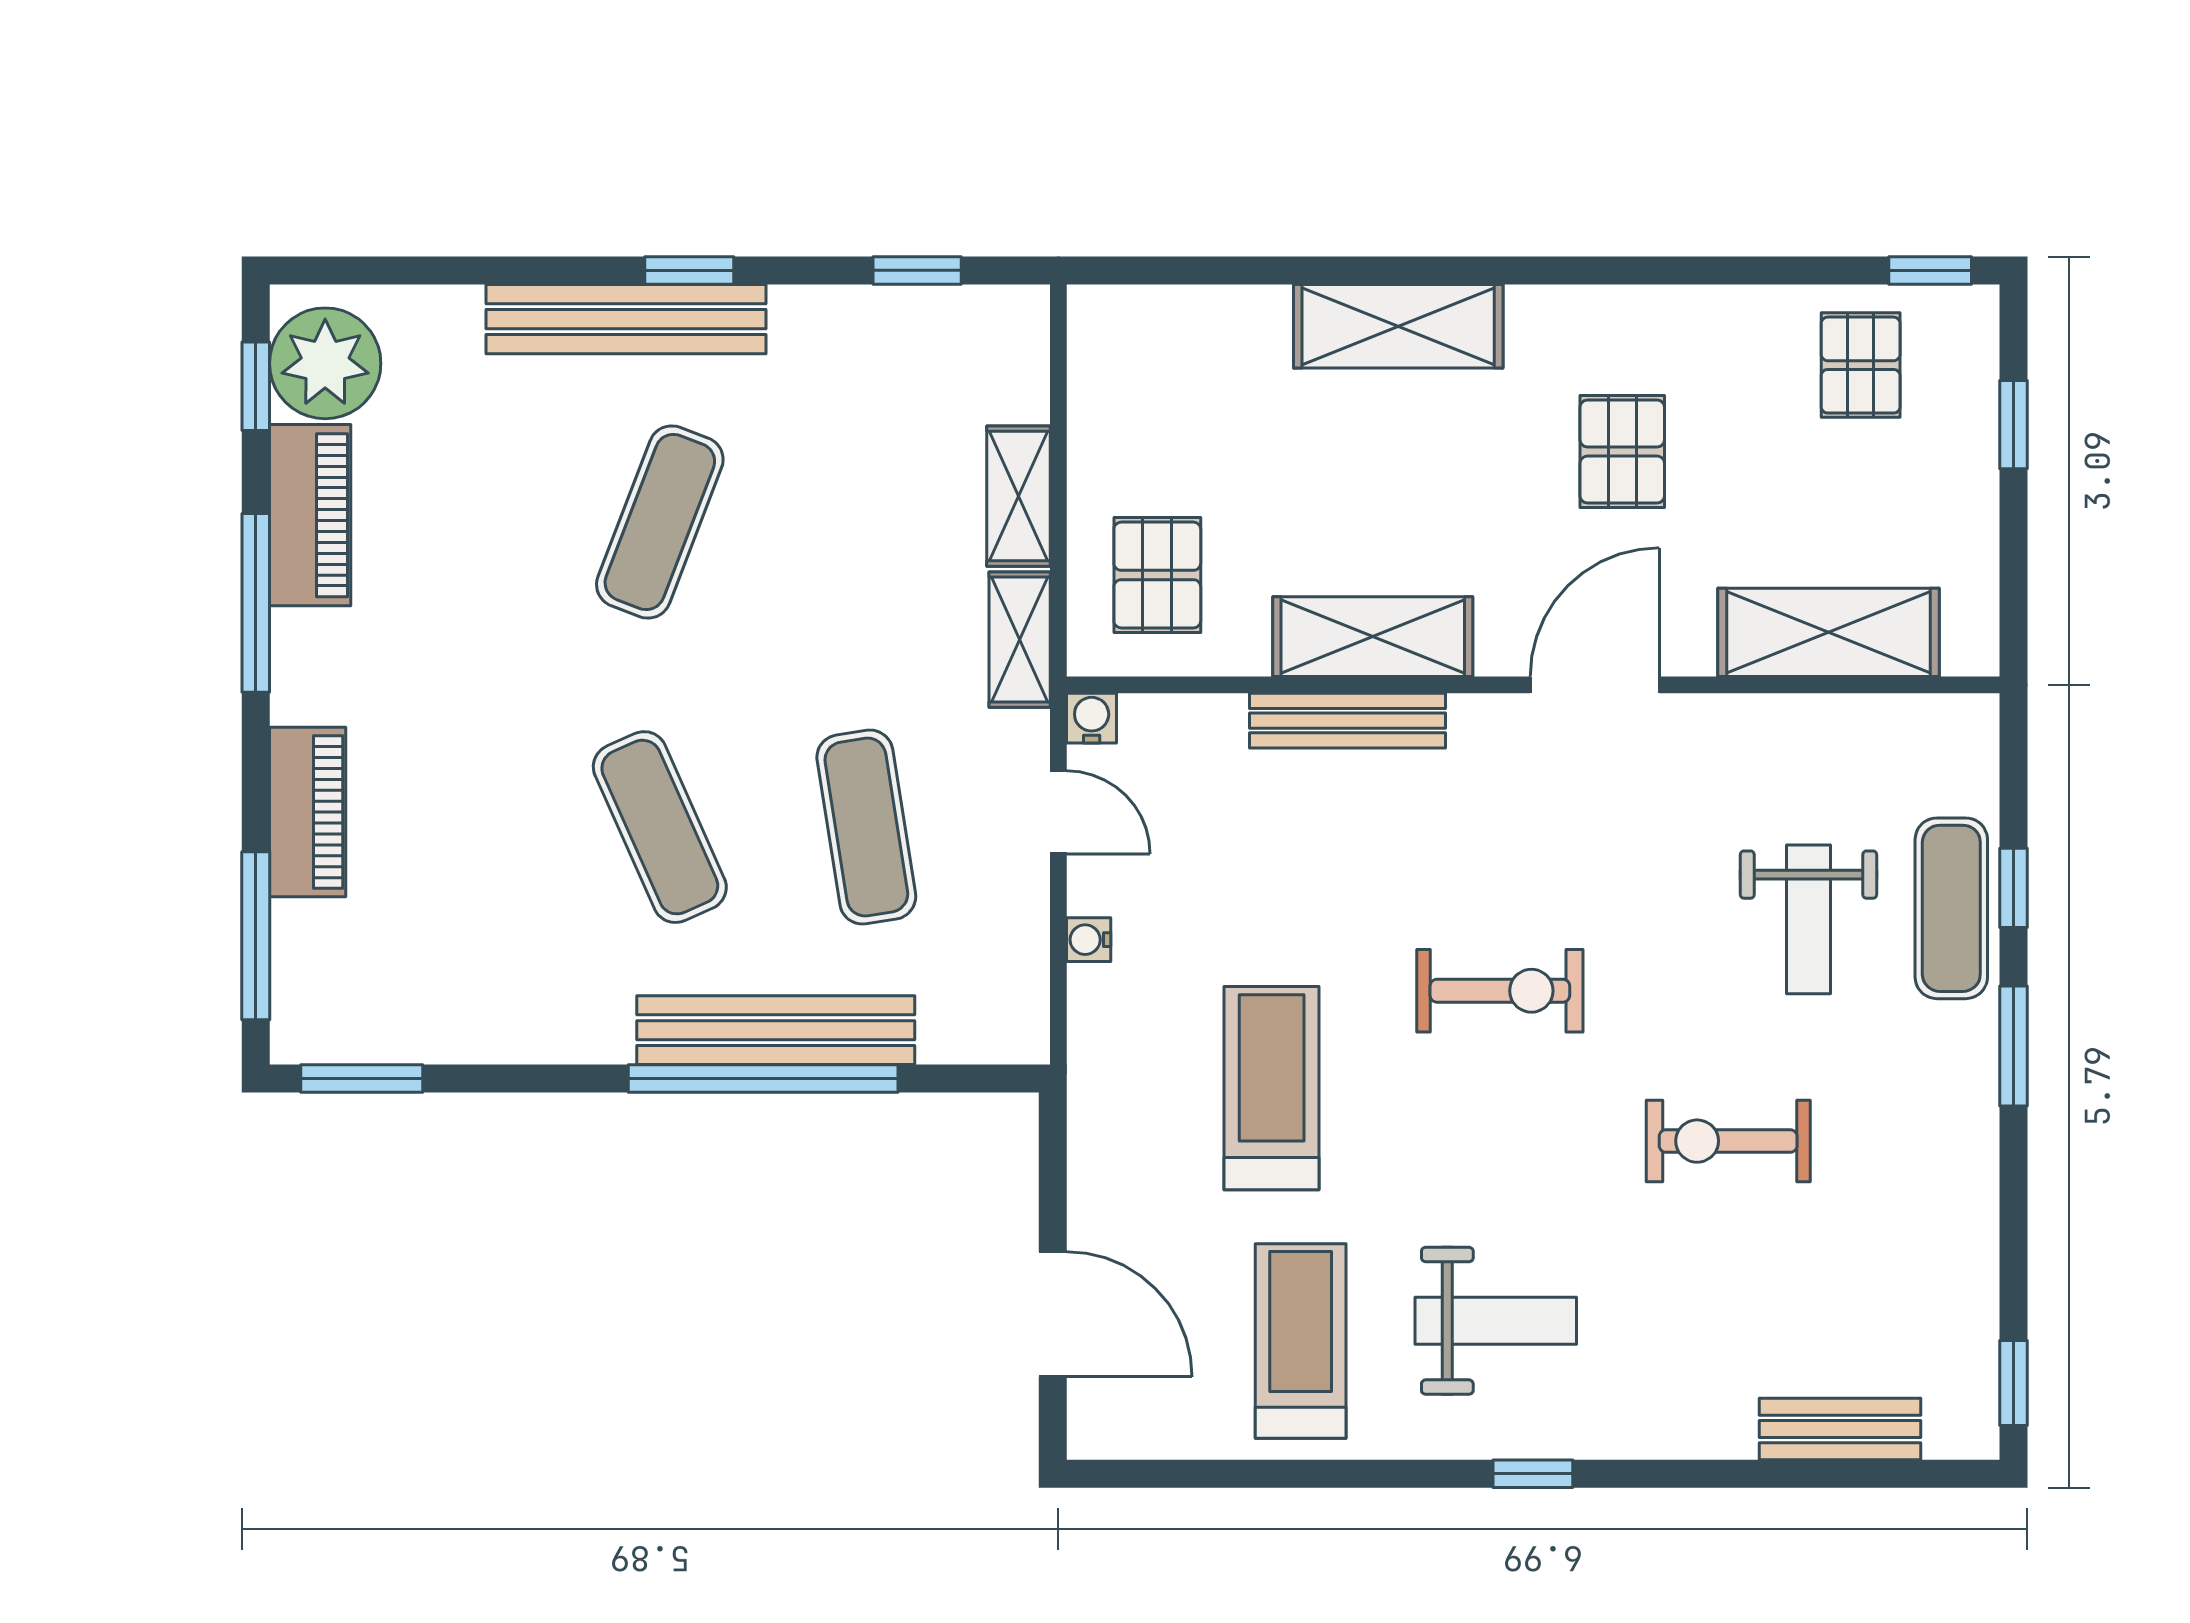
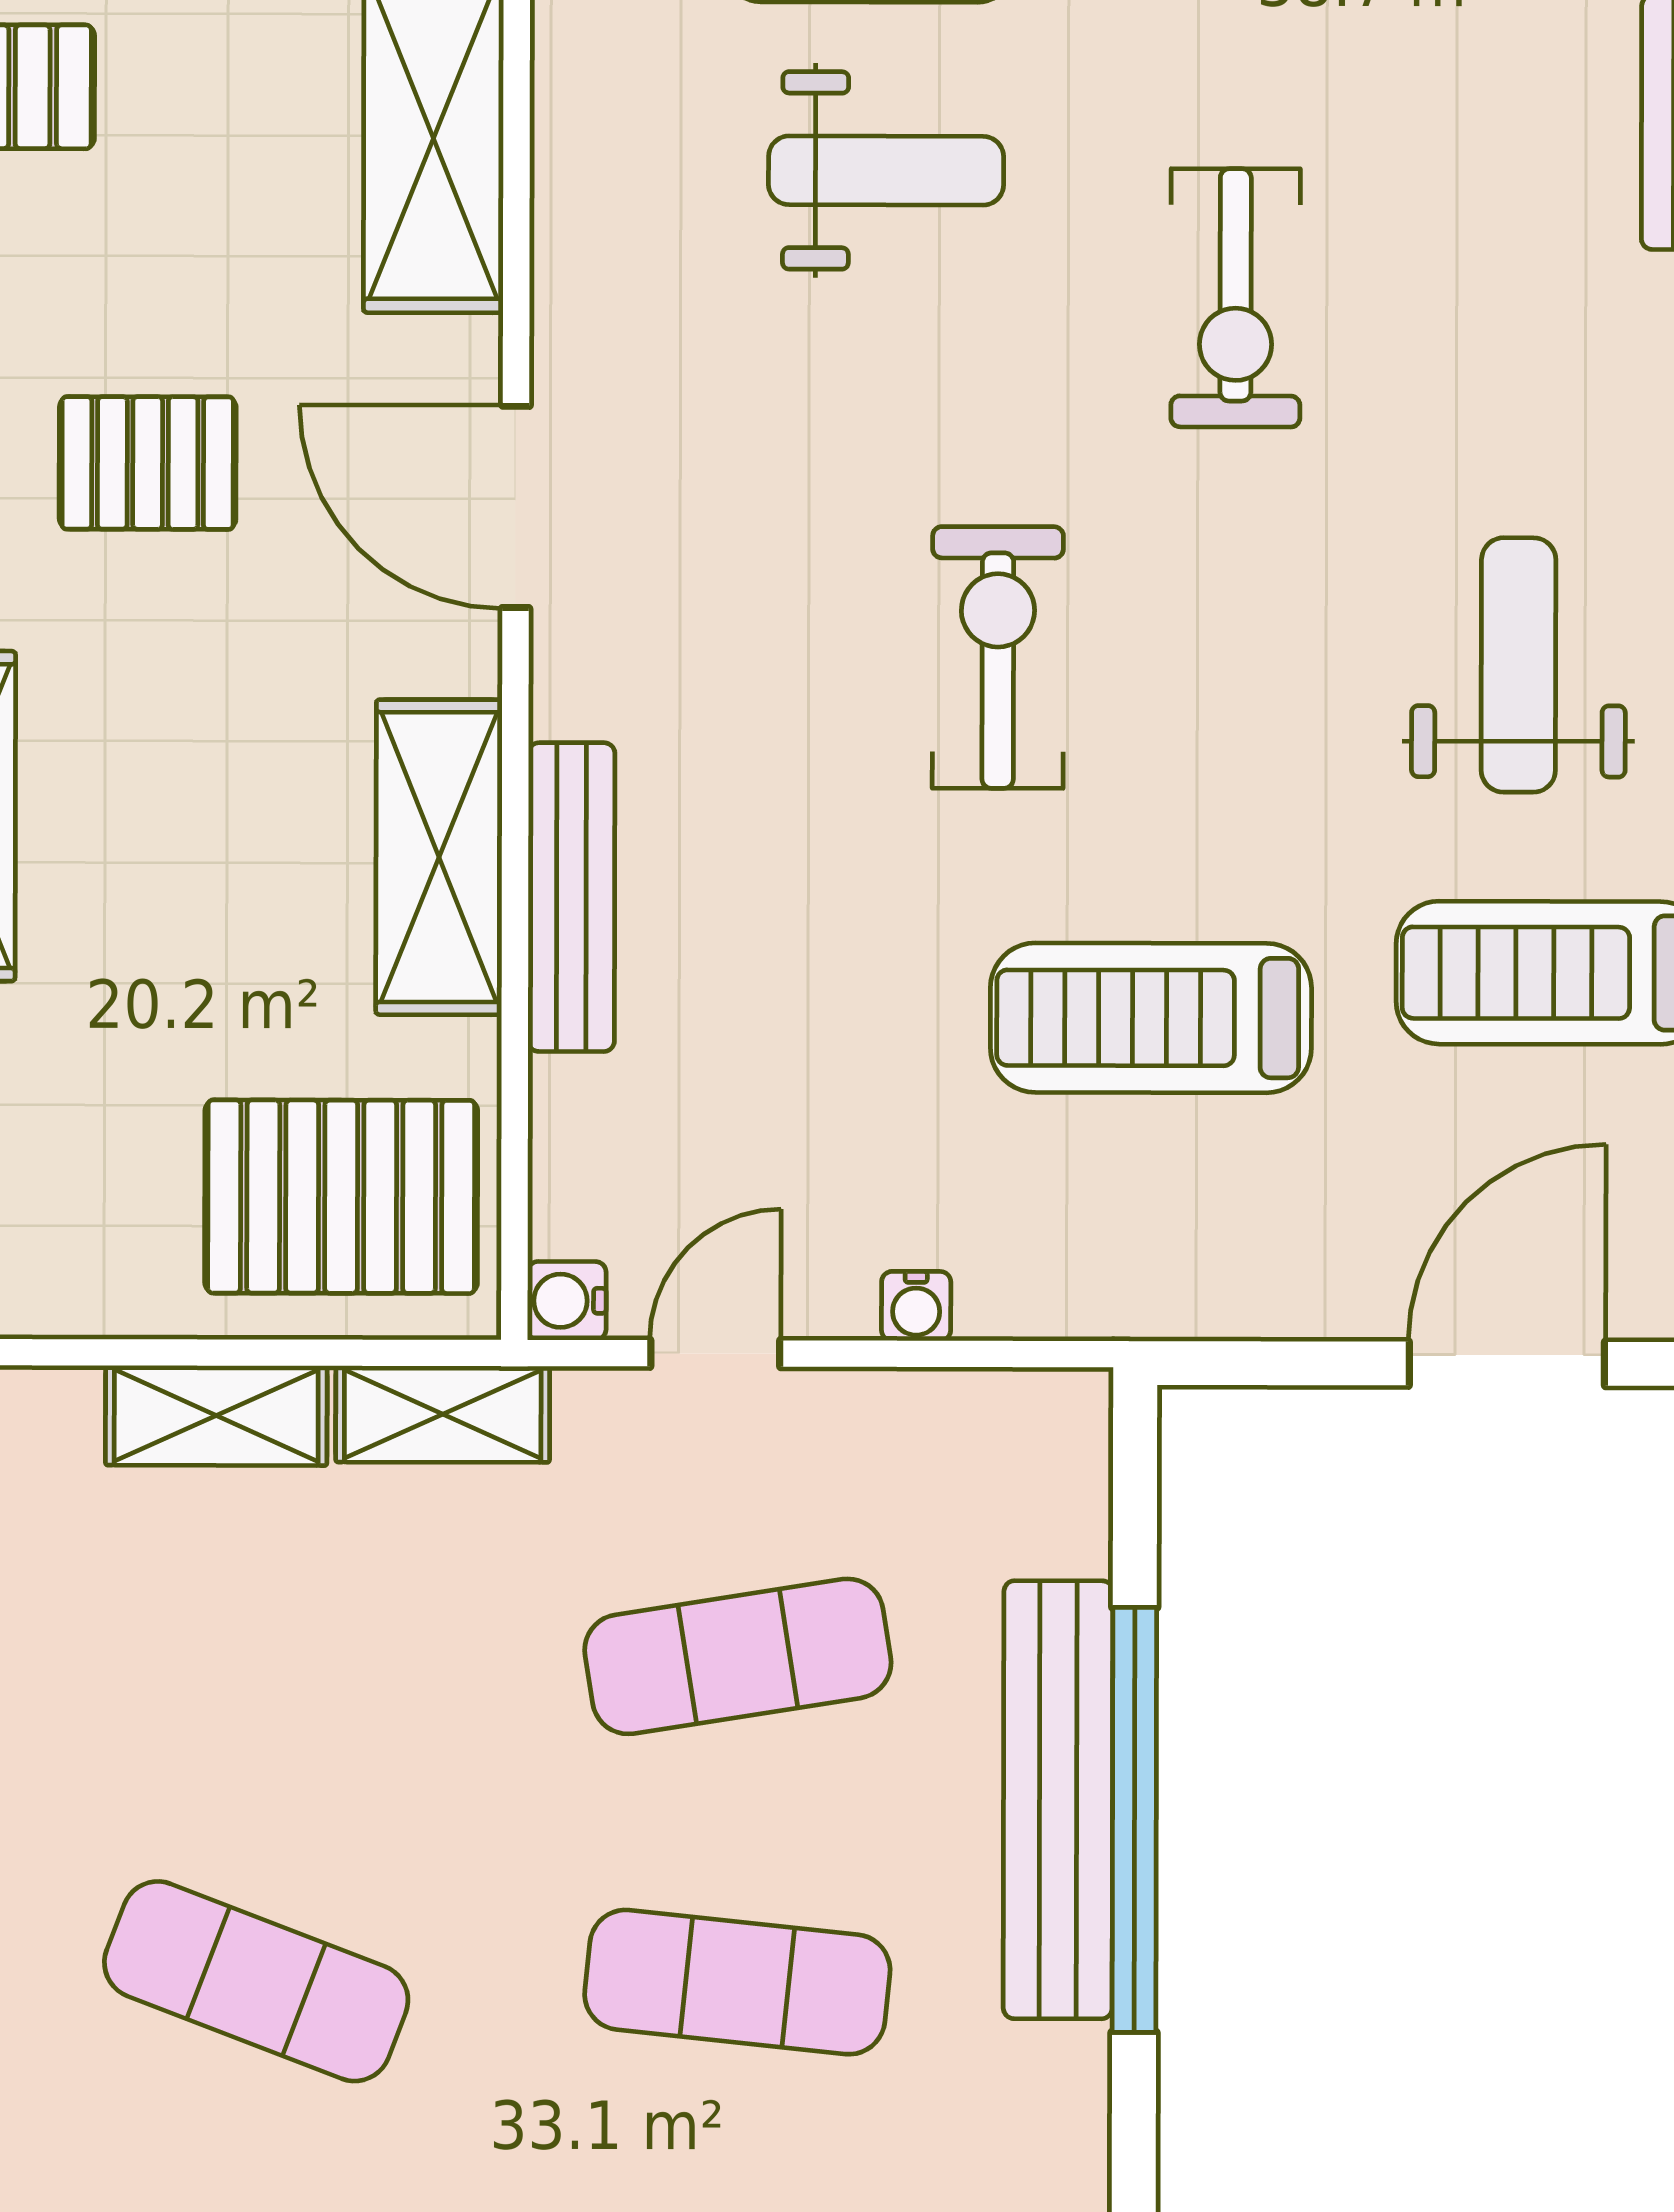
pallet: (1157, 575) -> (341, 1197), width x1.50, depth x1.42
exercise mat: (660, 827) -> (737, 1982), turned 30

